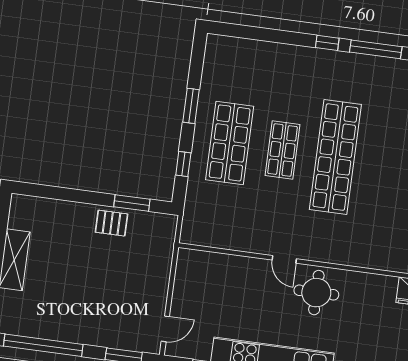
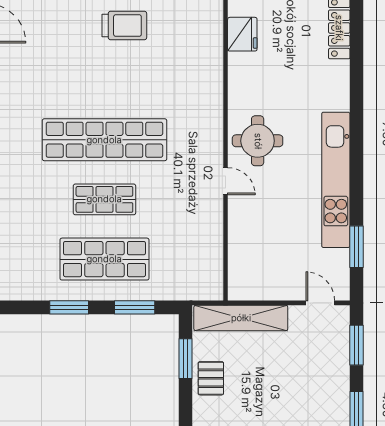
window: (183, 164) -> (135, 307), width x1.50
shelving: (161, 257) -> (241, 318), added
door: (284, 259) -> (226, 181), hinge flipped

